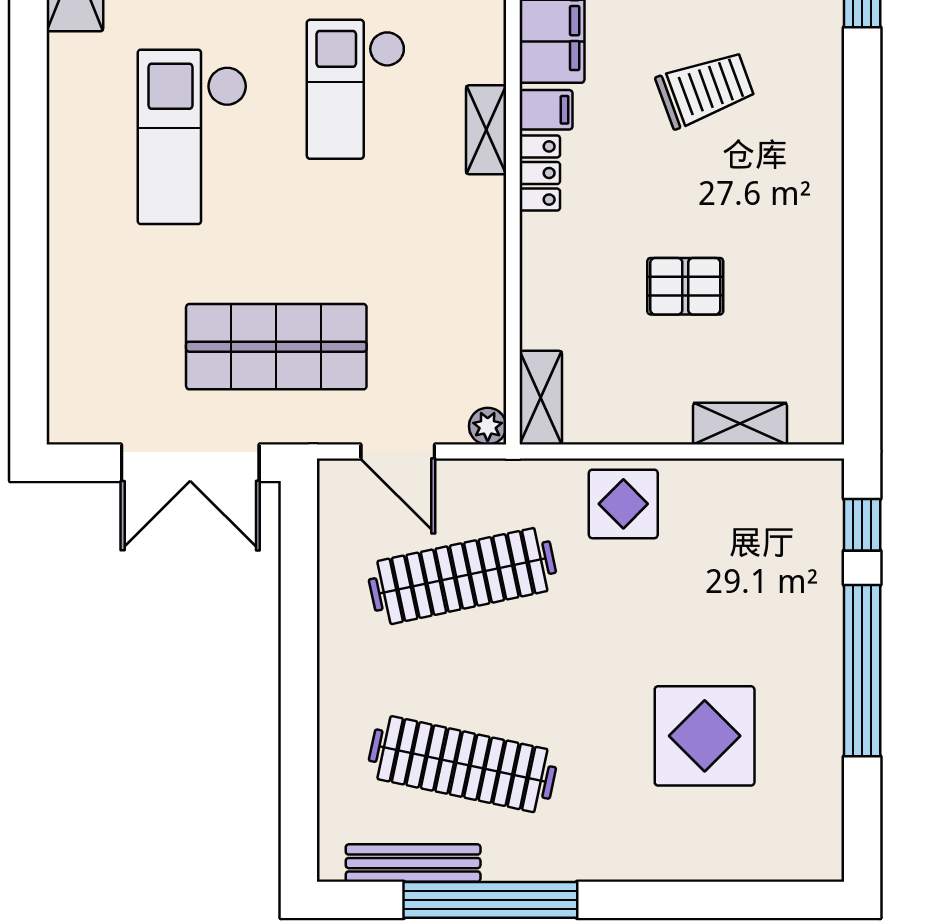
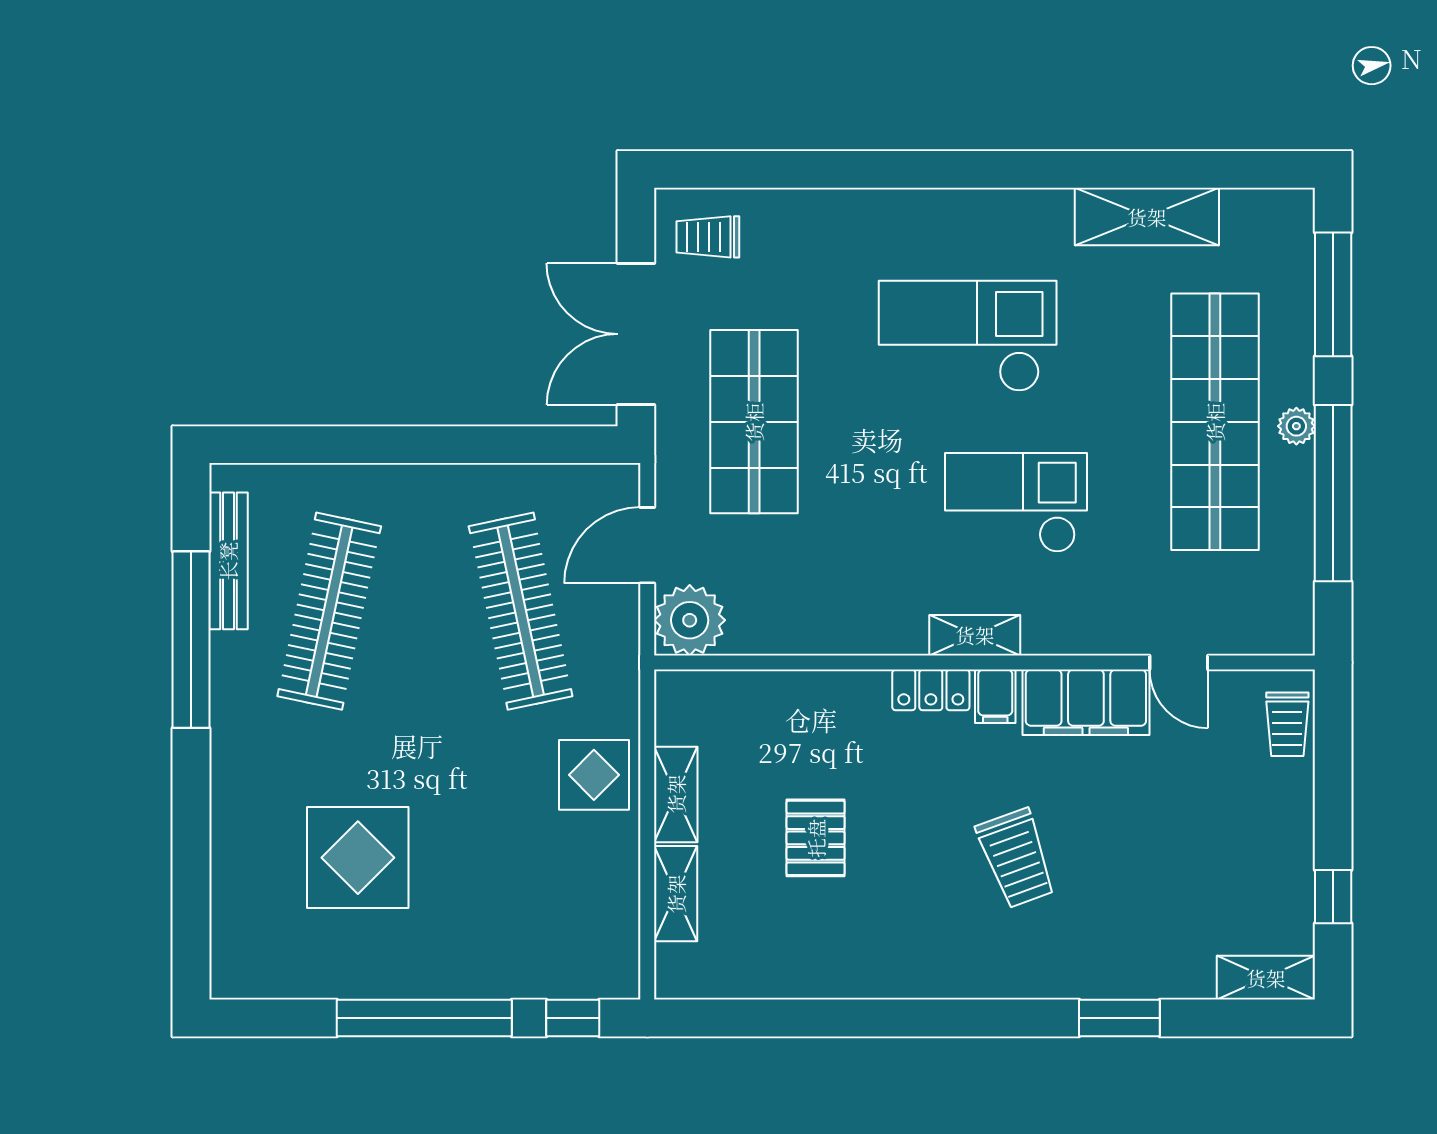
trolley: (95, 392) -> (708, 237), added
shelving: (541, 398) -> (676, 794), moved, turned 90
plant: (488, 426) -> (690, 620), width x1.88, depth x1.88

